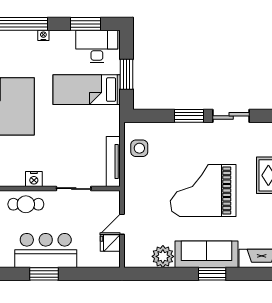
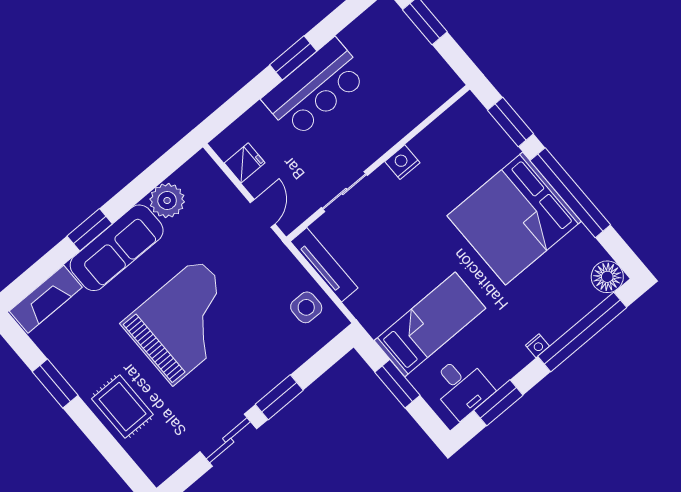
desk: (97, 47) -> (462, 387), width x0.73
cafe table: (26, 204) -> (386, 124), removed
door: (122, 224) -> (263, 213), moved

